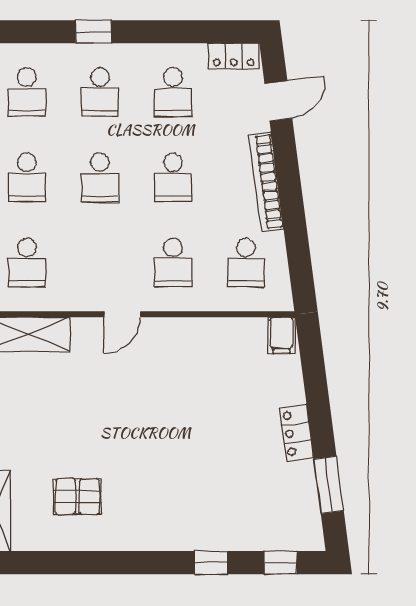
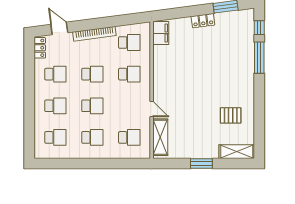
window: (94, 32) -> (29, 109), removed
door: (122, 314) -> (152, 109), moved
filing cabinet: (281, 335) -> (161, 33), width x2.00
pallet: (77, 497) -> (231, 115), turned 90
window: (211, 563) -> (259, 58), width x2.17

